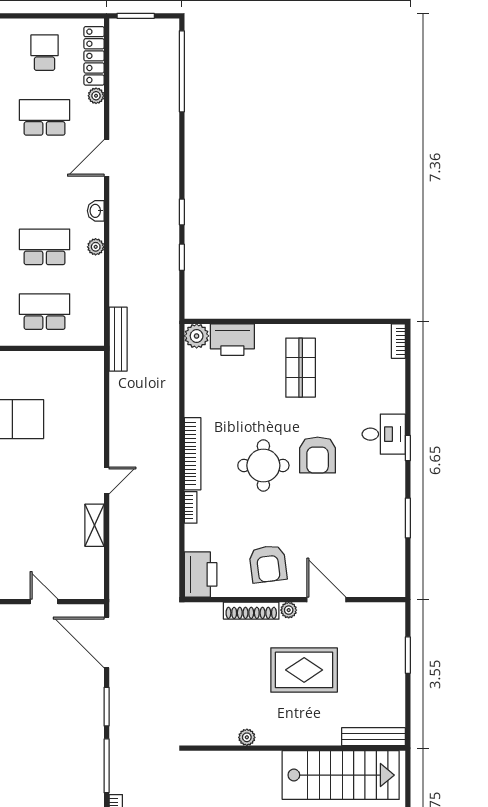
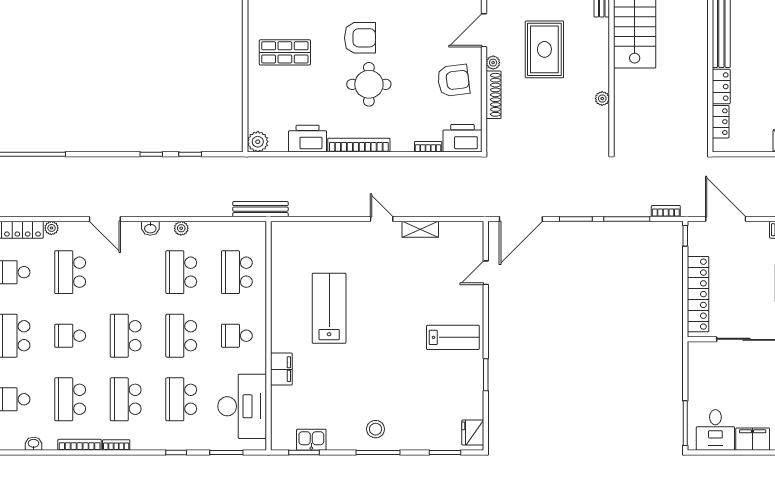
printer: (232, 340) -> (308, 139), moved, turned -90
bookcase: (191, 507) -> (428, 147), moved

